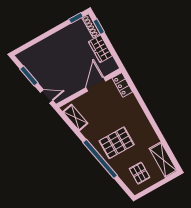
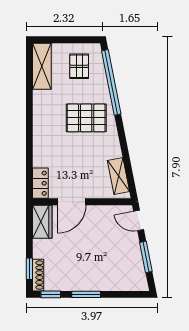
window: (54, 31) -> (86, 294), added
wardrobe: (100, 49) -> (42, 222), moved
window: (100, 159) -> (111, 82), moved

